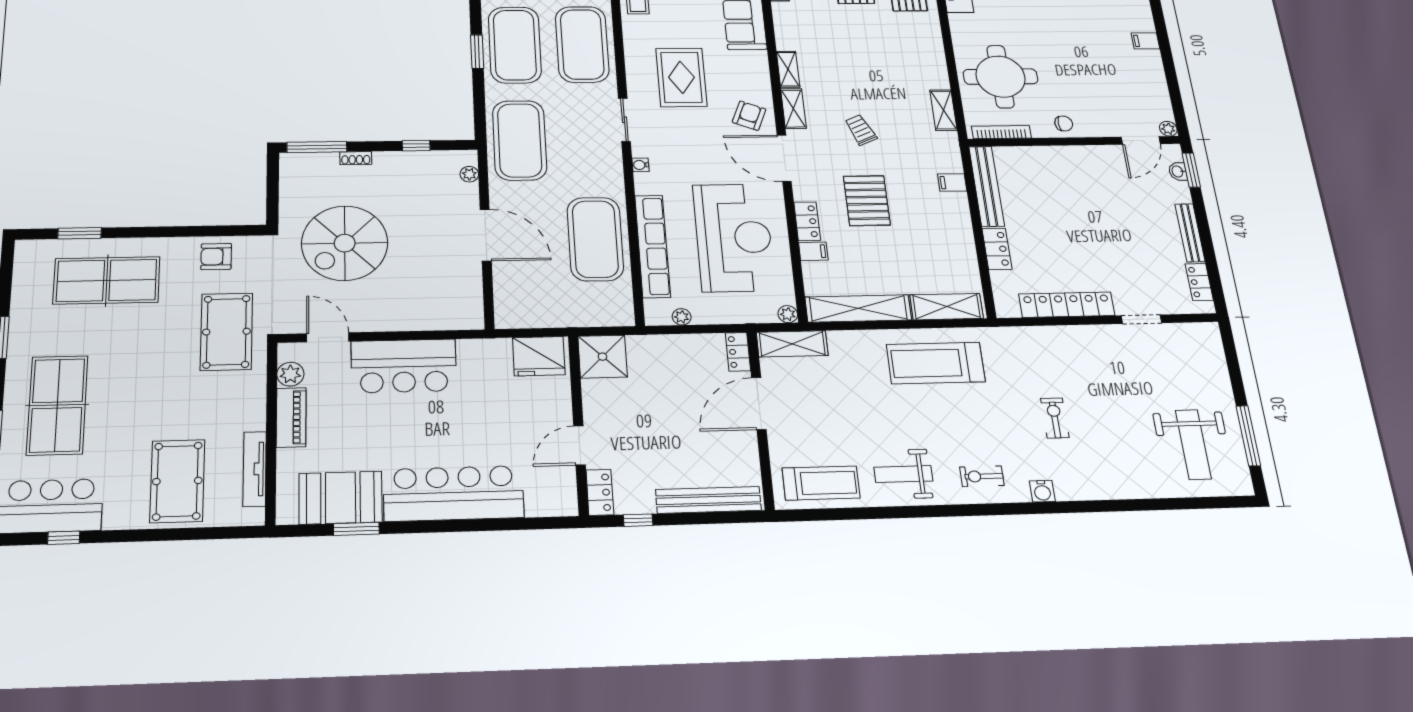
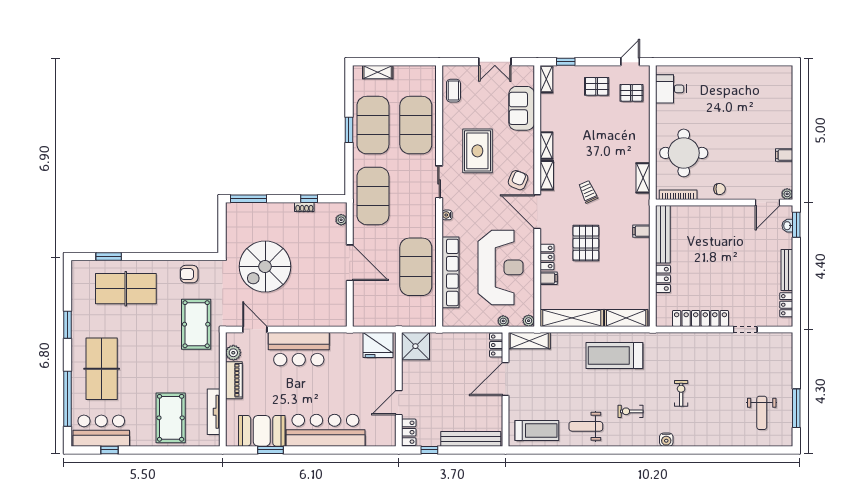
filing cabinet: (1145, 41) -> (784, 155), moved
shoe rack: (356, 158) -> (304, 207), moved
plant: (682, 317) -> (503, 321), moved
weight bench: (1193, 444) -> (762, 413), width x0.73, depth x0.75
exercise bike: (982, 476) -> (630, 411), moved

